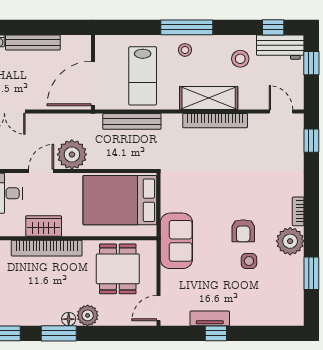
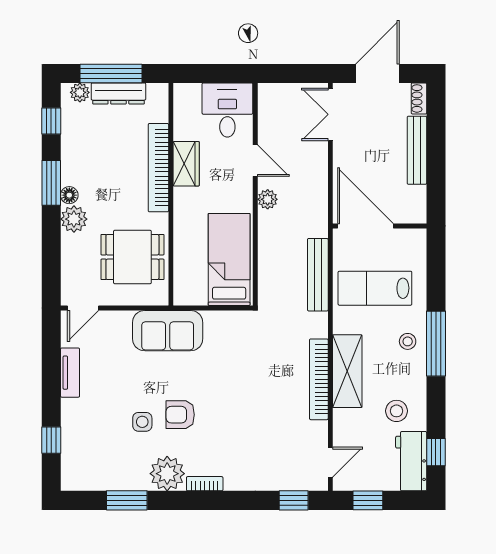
window: (311, 63) -> (368, 500), moved
plant: (72, 154) -> (268, 199), width x0.53, depth x0.53
bed: (120, 200) -> (229, 260), width x0.67
door: (158, 308) -> (83, 308), swing flipped
window: (216, 333) -> (51, 440), moved

